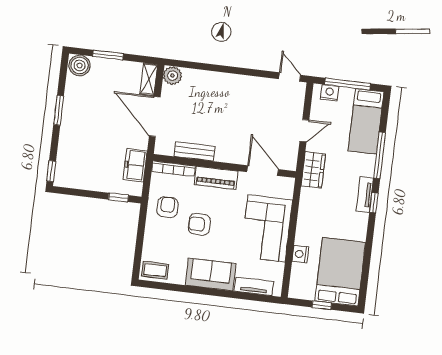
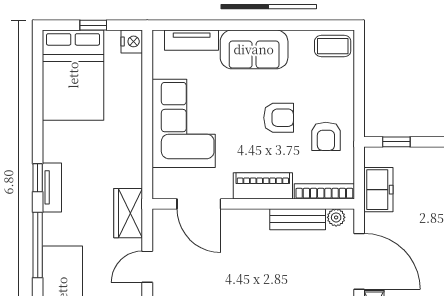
plant: (167, 149) -> (336, 217), added
nightstand: (300, 254) -> (132, 41), moved

